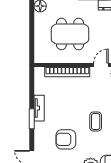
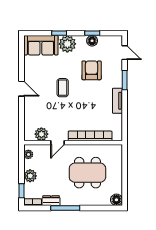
window: (32, 119) -> (125, 80), moved
armchair: (66, 139) -> (92, 70), turned -90

